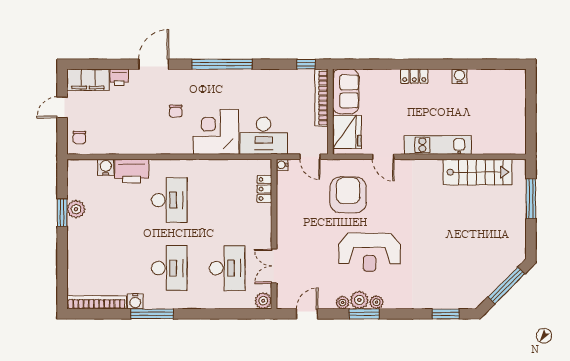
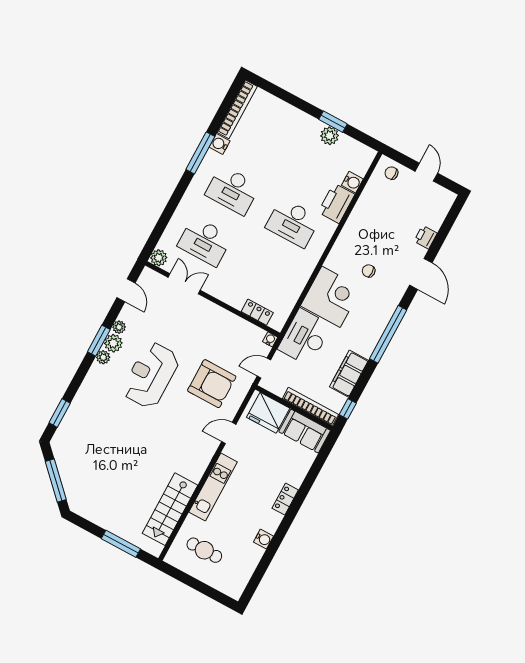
filing cabinet: (88, 80) -> (349, 374), moved
cafe table: (497, 123) -> (204, 550), added

